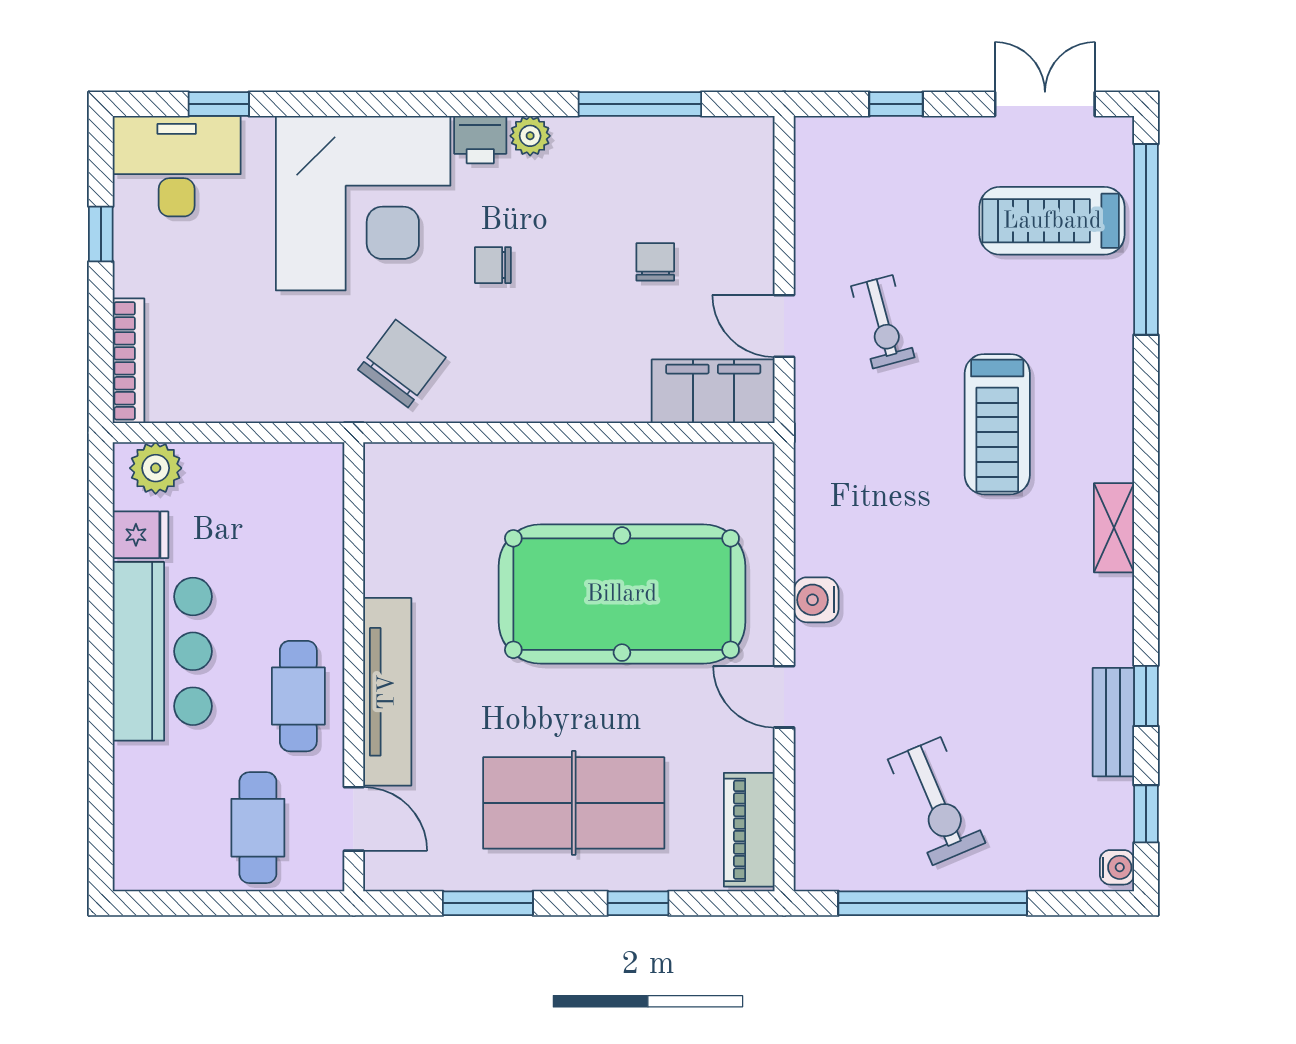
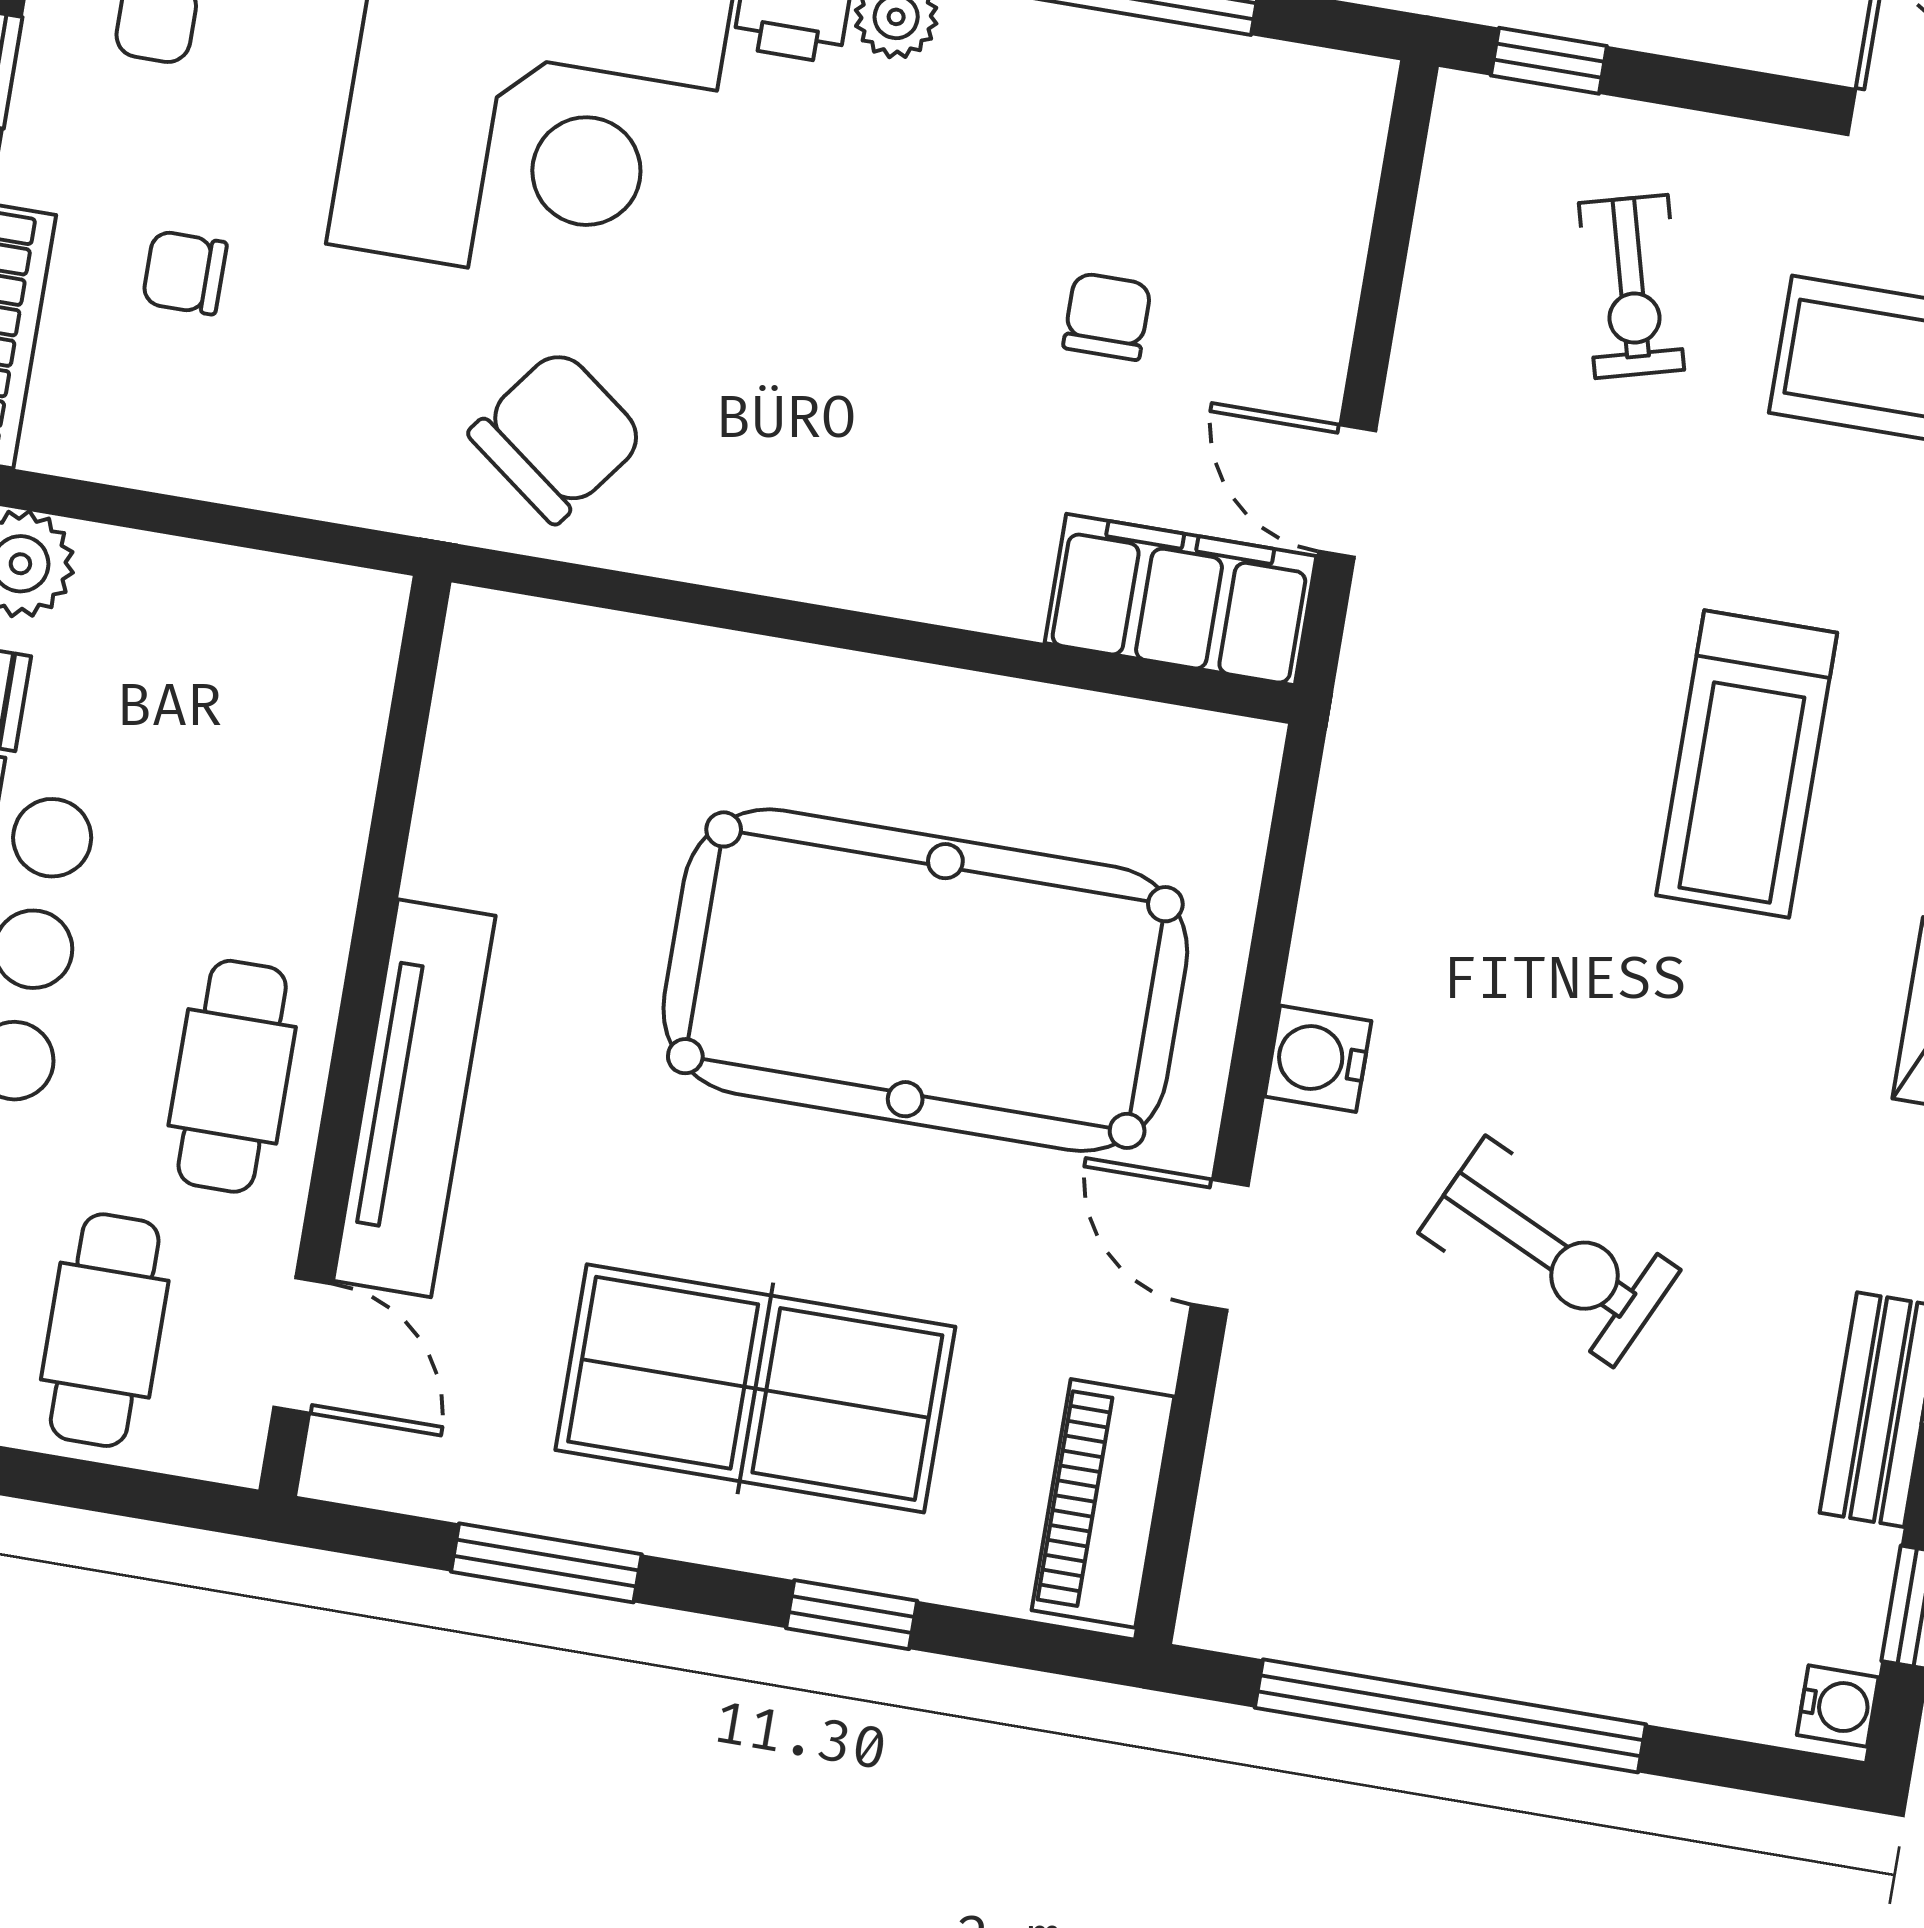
window: (896, 104) -> (1549, 61), moved
chair: (493, 265) -> (185, 273), moved
exercise bike: (883, 322) -> (1631, 286), moved
exercise bike: (937, 801) -> (1549, 1251), moved, turned -42

